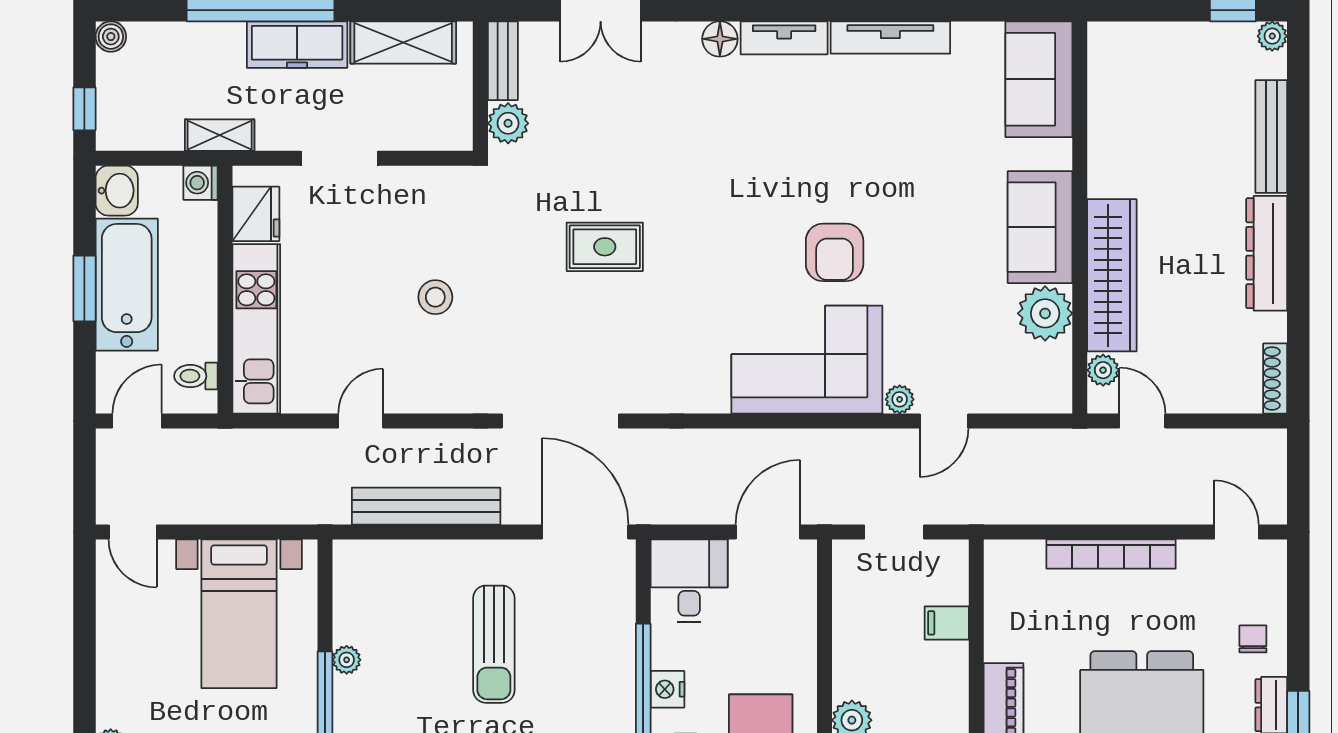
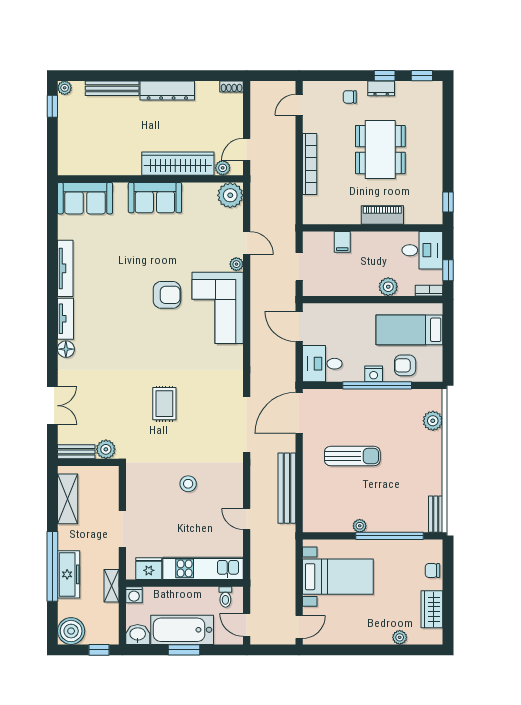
boiler: (111, 37) -> (71, 631), width x1.86, depth x1.86
freezer: (297, 45) -> (69, 574), moved
plant: (1045, 313) -> (230, 195), moved
shoe rack: (1275, 378) -> (232, 86), width x0.70

